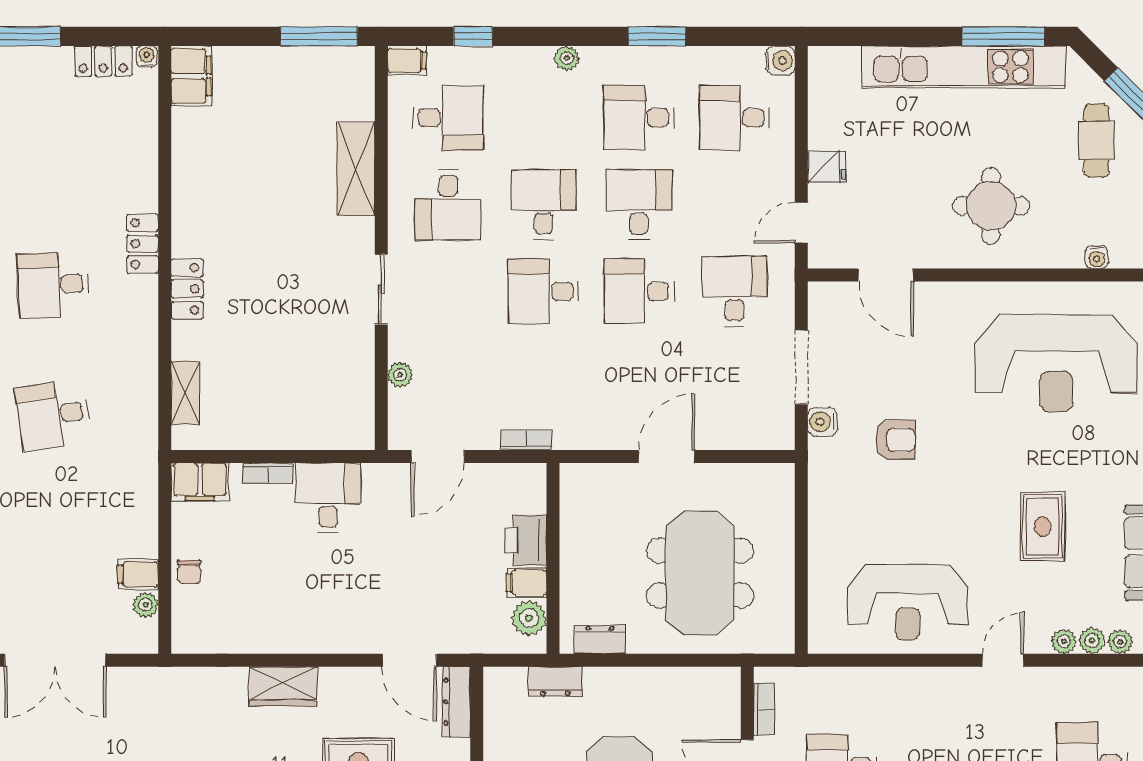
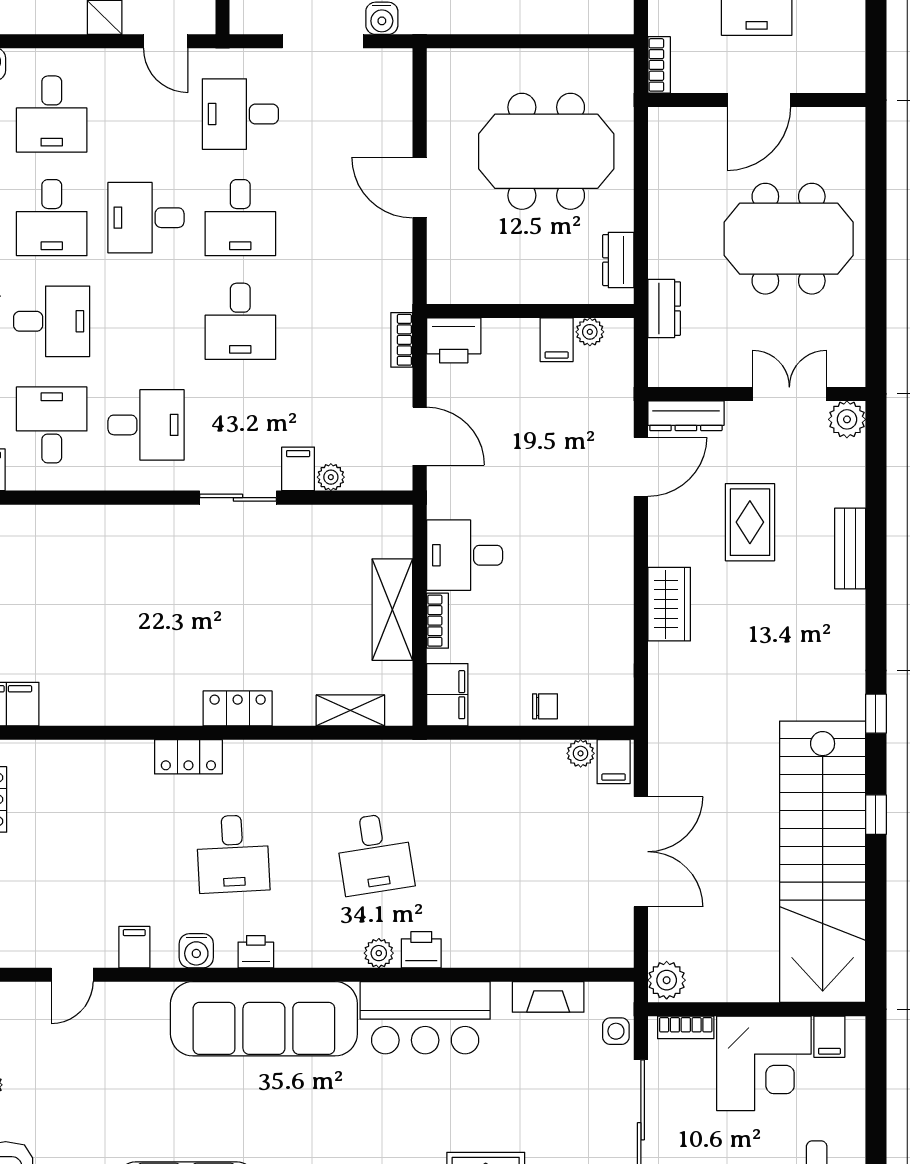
shelving: (356, 169) -> (392, 610), moved, turned 90
desk: (544, 205) -> (52, 321), moved, turned 180
filing cabinet: (408, 345) -> (298, 469), added
printer: (526, 540) -> (454, 340), moved
filing cabinet: (138, 574) -> (614, 762), moved
plant: (529, 618) -> (590, 332), width x0.73, depth x0.73
bookcase: (764, 709) -> (659, 65), moved, turned 90

